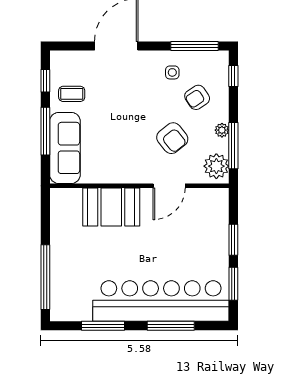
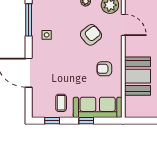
armchair: (197, 97) -> (104, 69), moved, turned 124
window: (45, 131) -> (86, 121), width x0.46
door: (169, 186) -> (123, 25), moved

